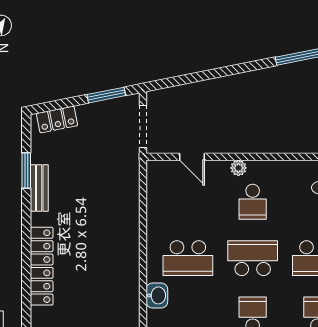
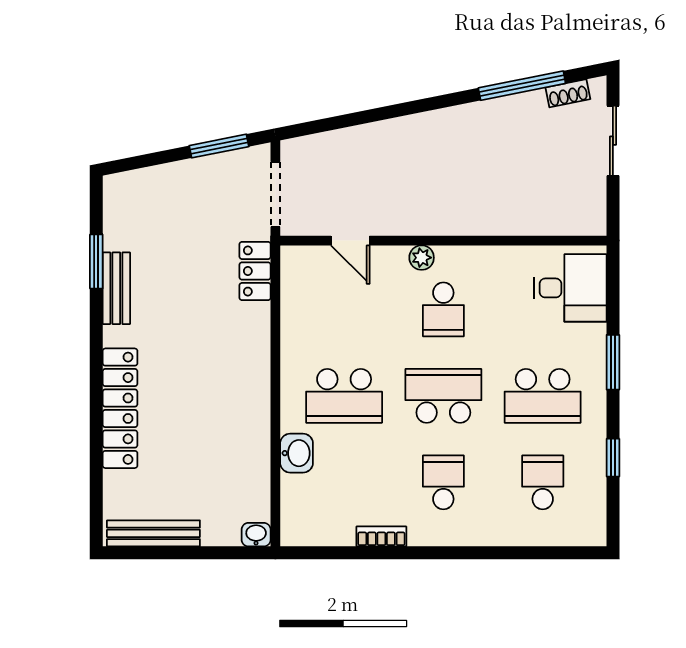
locker: (57, 119) -> (255, 271), moved, turned 101

